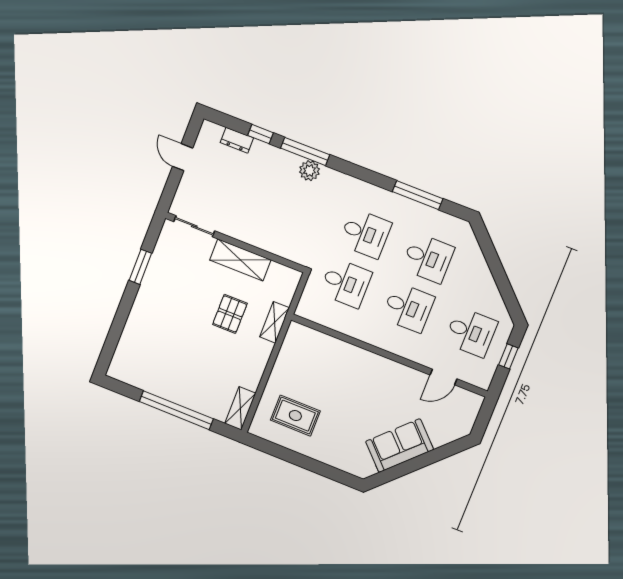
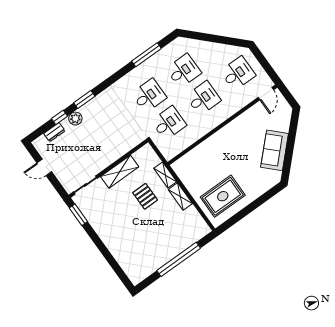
window: (305, 151) -> (84, 99), width x0.69
plant: (310, 171) -> (75, 119), moved
window: (140, 267) -> (78, 215), moved
window: (508, 356) -> (263, 62), removed
door: (444, 377) -> (266, 94), moved
shelving: (240, 408) -> (180, 196), moved
rug: (295, 416) -> (223, 196), width x1.36, depth x1.43

